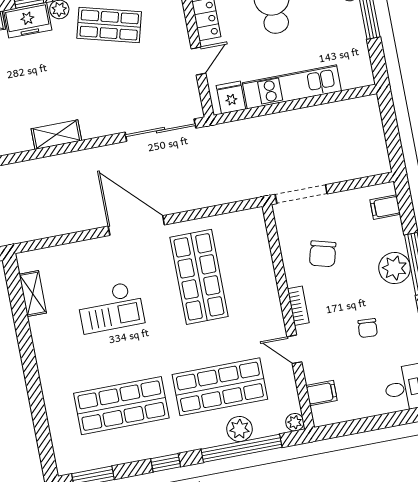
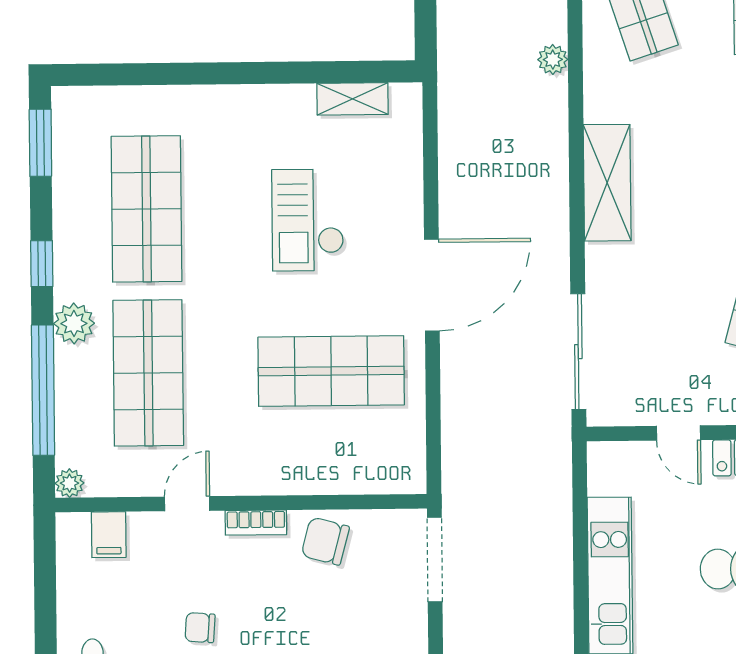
fridge: (231, 97) -> (611, 474), removed
shelving: (56, 135) -> (607, 183), width x1.50, depth x1.33
chair: (323, 254) -> (325, 541), moved
plant: (239, 429) -> (74, 323), moved

